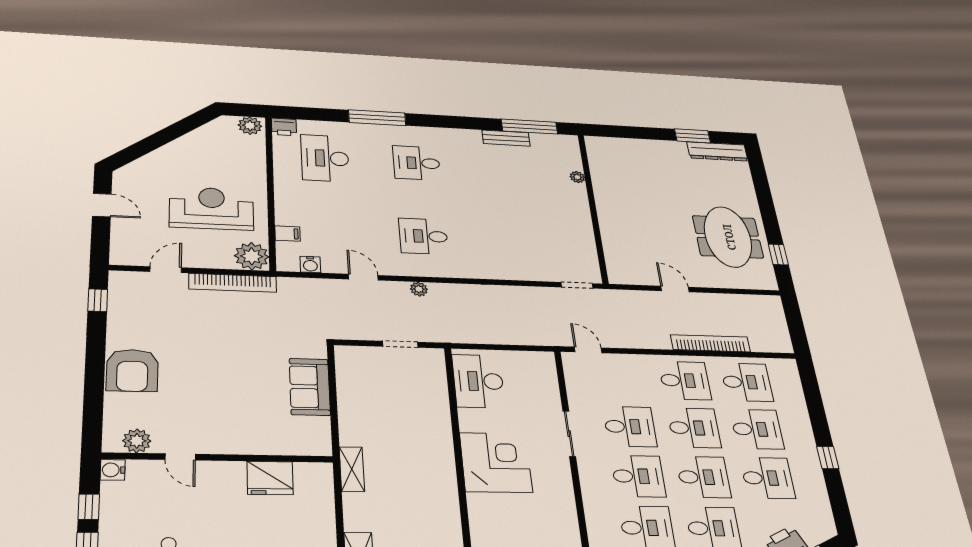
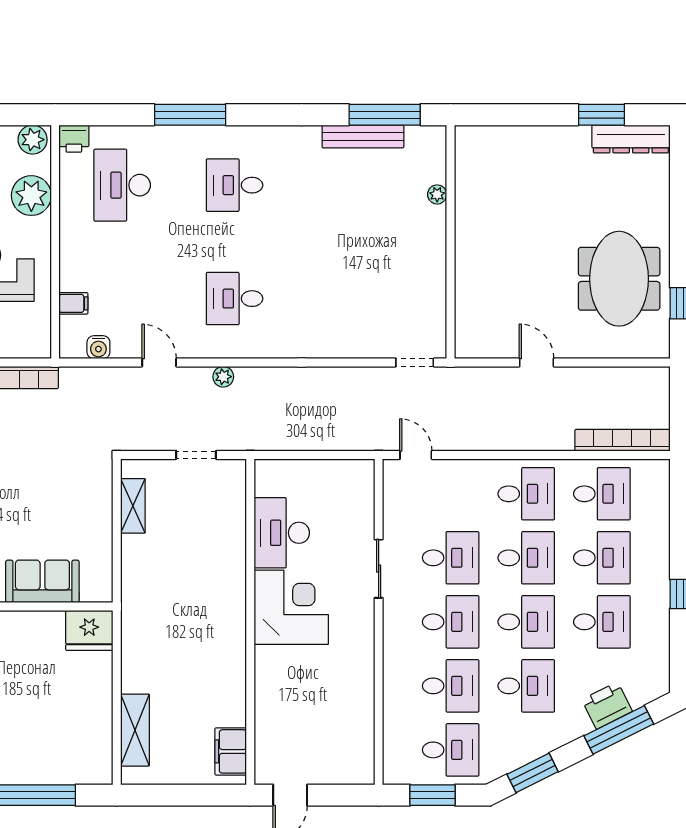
bench: (506, 138) -> (363, 136), width x1.36
plant: (252, 256) -> (31, 196), moved
bookcase: (710, 343) -> (622, 440), moved
desk: (478, 381) -> (282, 533), moved
sofa: (310, 387) -> (42, 581), moved, turned 90
shelving: (352, 469) -> (133, 506), moved
fridge: (270, 478) -> (89, 630), moved

